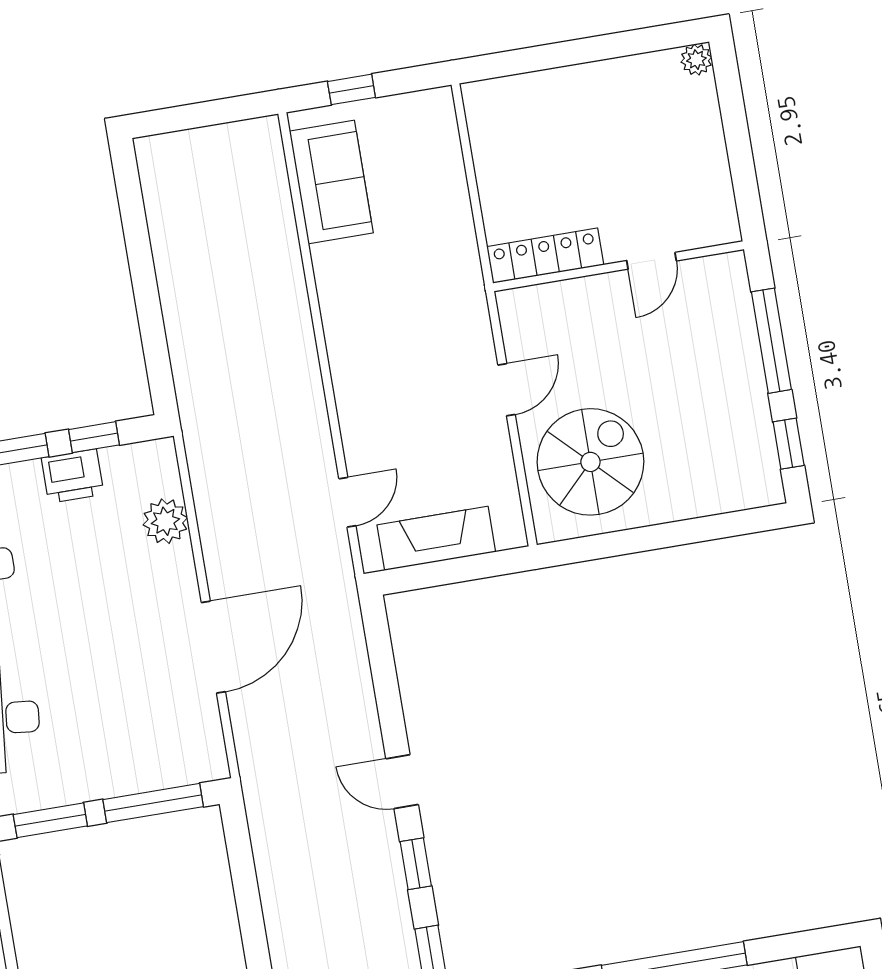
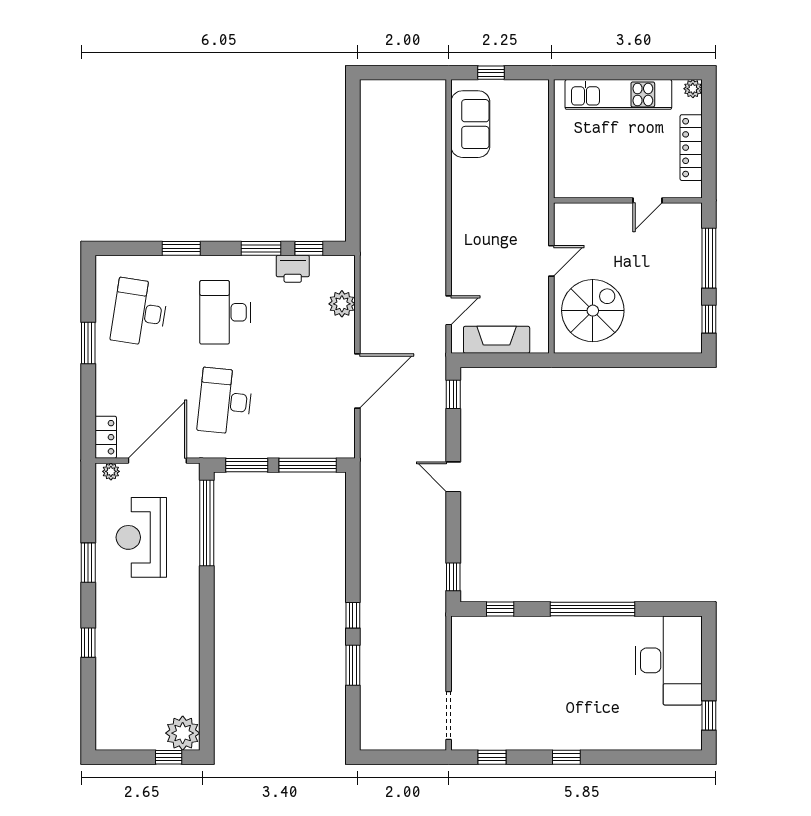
kitchen unit: (573, 90) -> (618, 94), added
locker: (545, 256) -> (691, 148), moved, turned -90
window: (416, 864) -> (453, 394), moved

